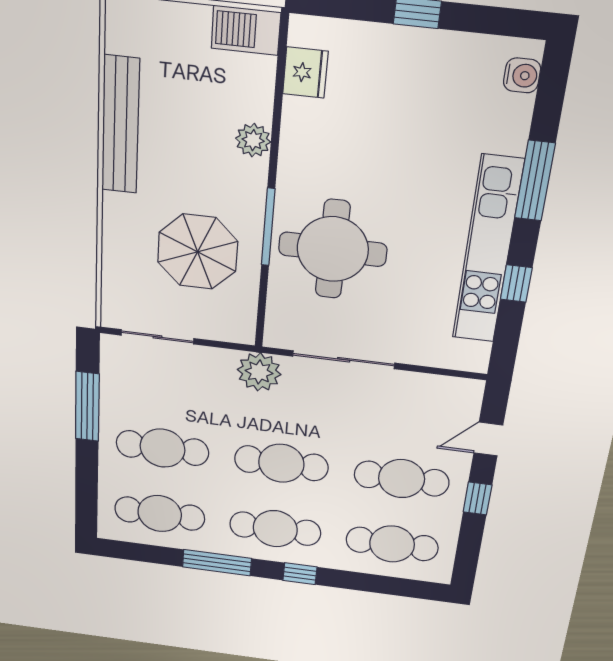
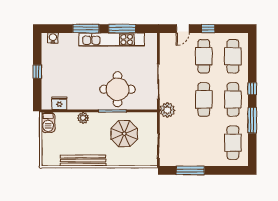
window: (516, 284) -> (122, 29), width x2.17
door: (488, 439) -> (183, 29), hinge flipped
cafe table: (162, 448) -> (204, 143), removed

